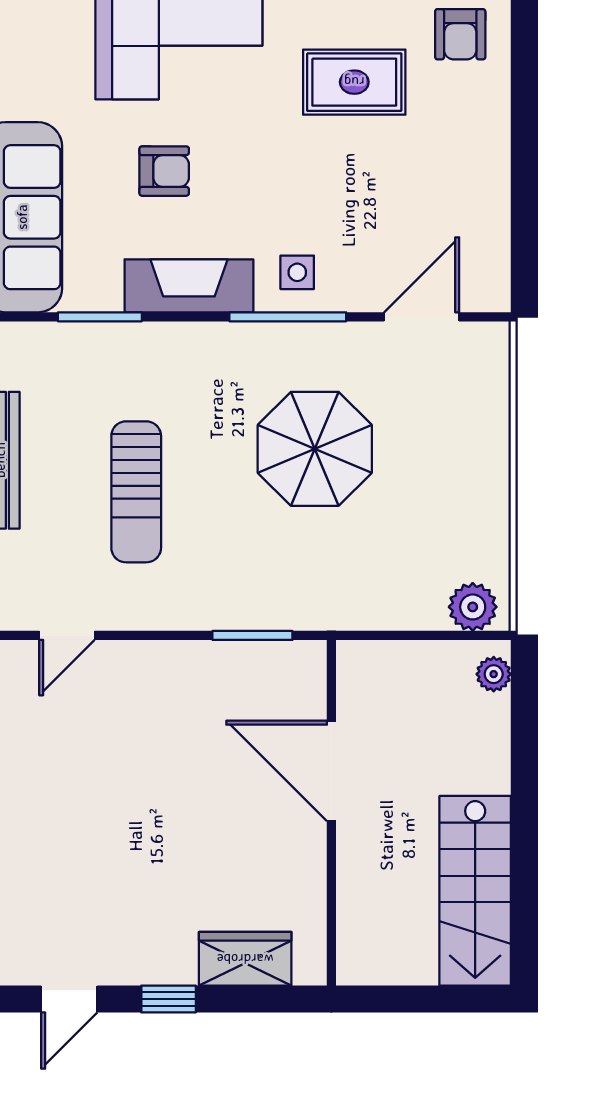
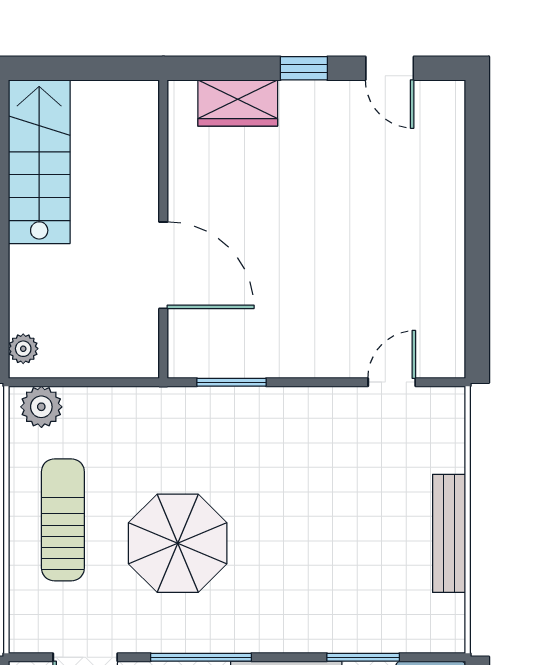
sun lounger: (136, 492) -> (63, 520), moved
door: (69, 999) -> (390, 68), swing flipped

